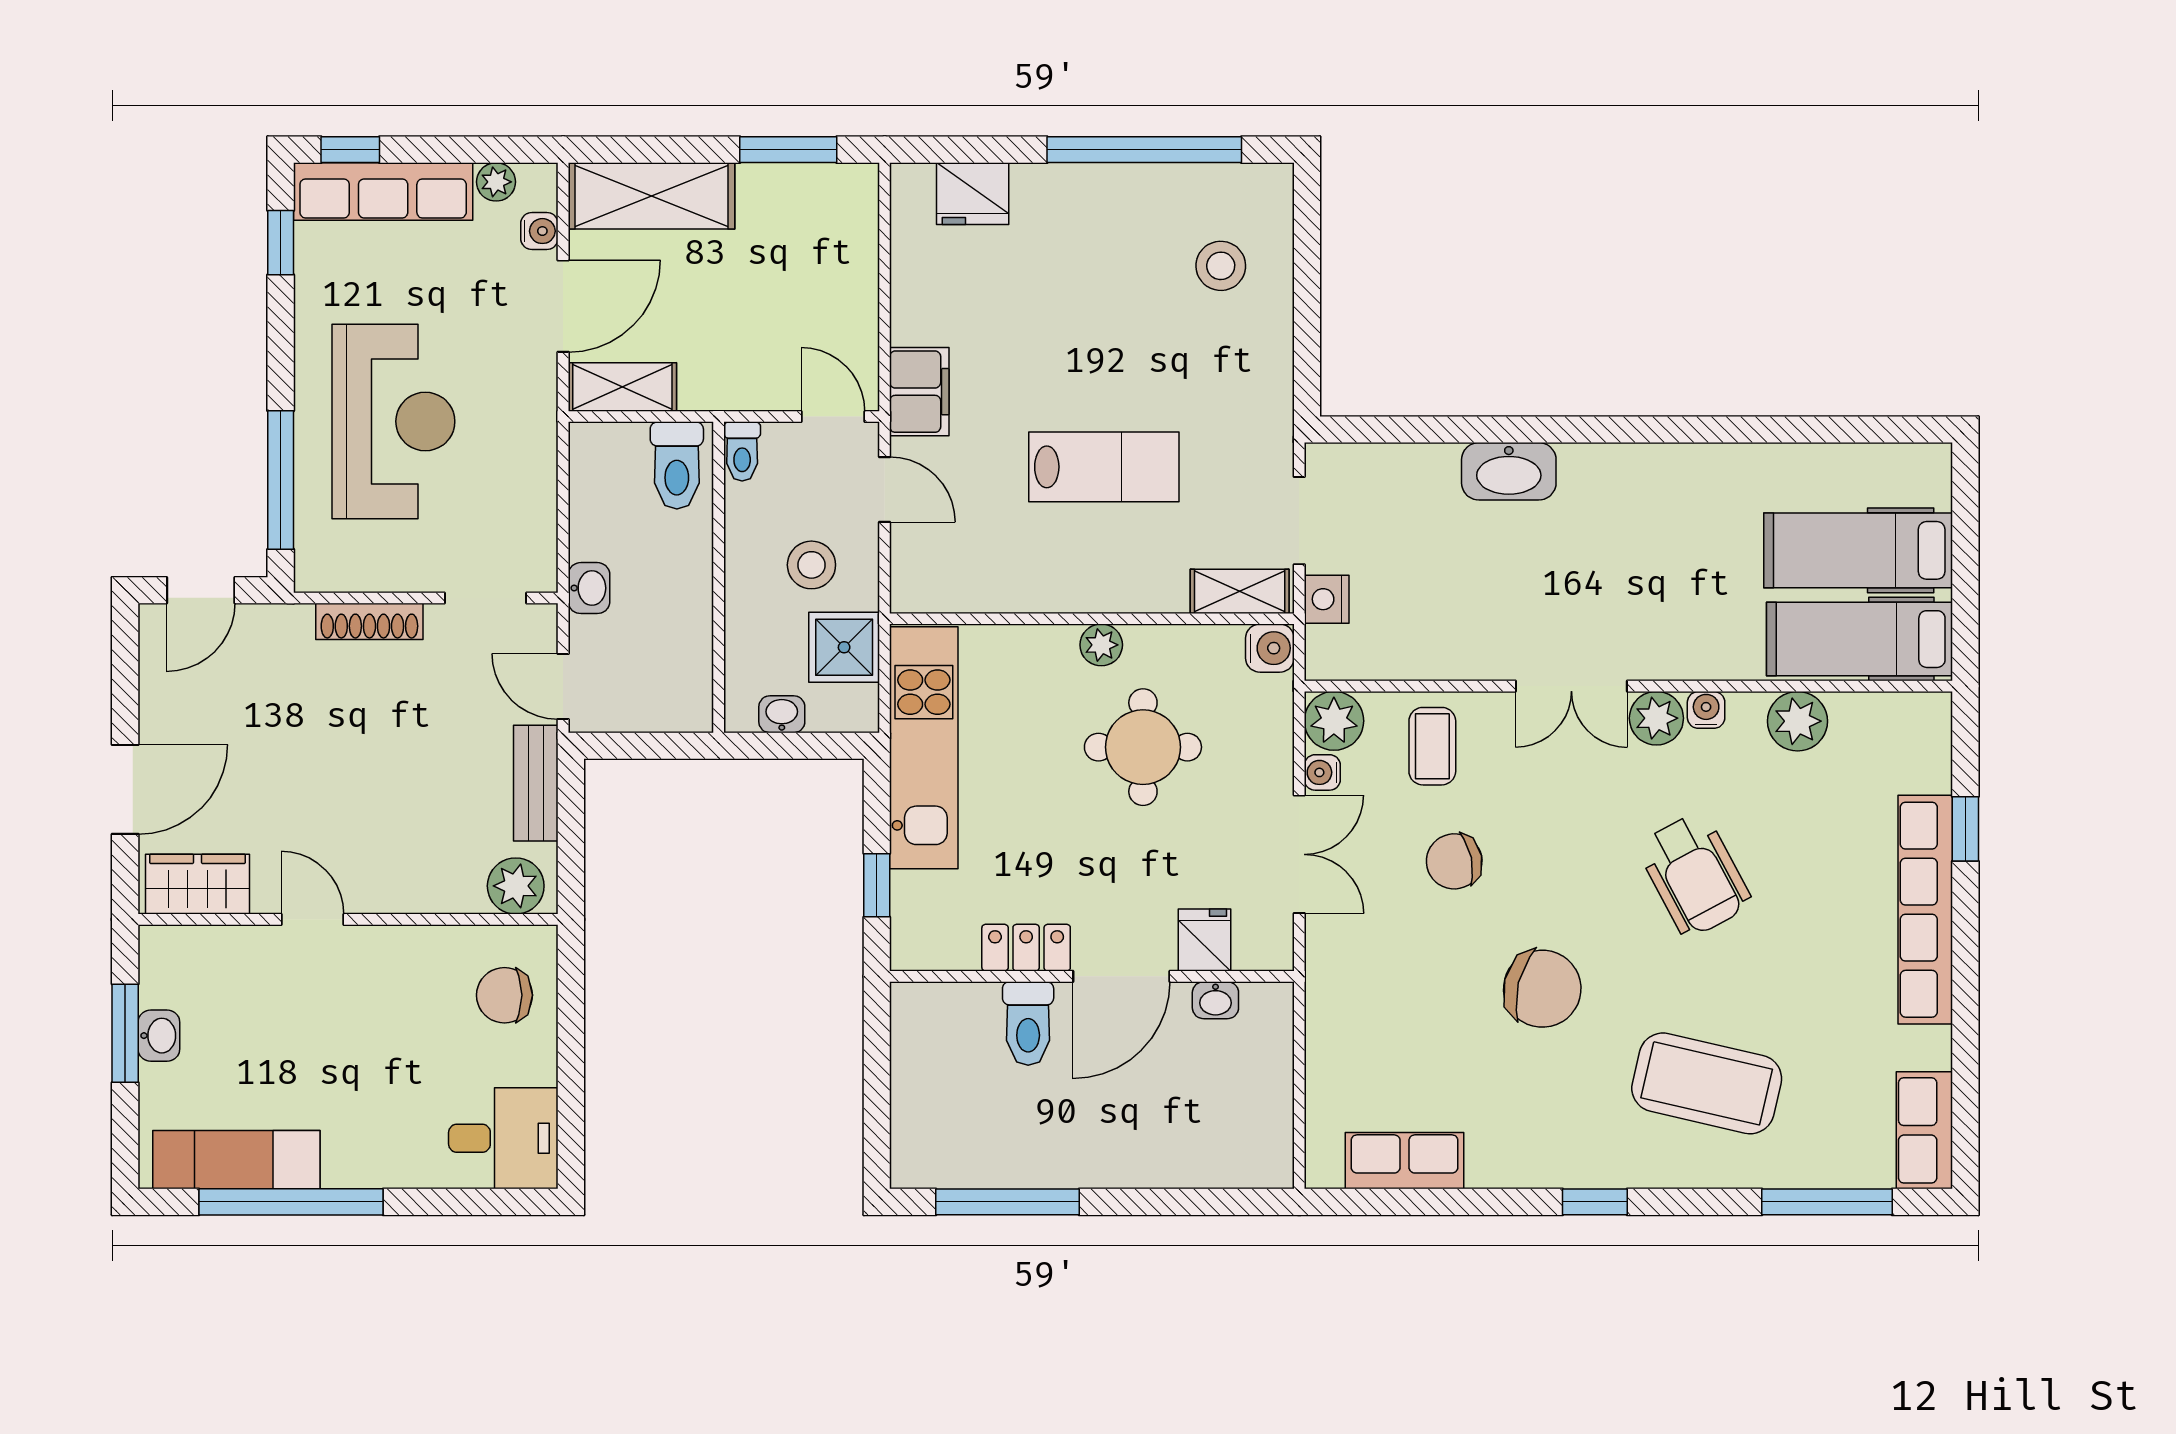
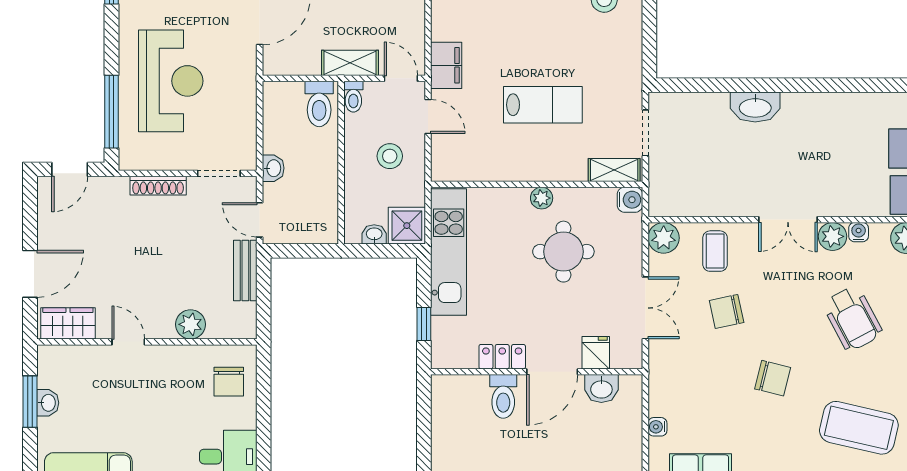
shelving: (622, 387) -> (350, 63), moved
nightstand: (1327, 599) -> (660, 174), removed
shower: (844, 647) -> (407, 226), moved
water cooler: (1322, 772) -> (657, 427), moved
plant: (516, 886) -> (190, 324), moved
chair: (1542, 989) -> (773, 378), width x0.73, depth x0.73
chair: (504, 995) -> (229, 382), turned -90
washbasin: (1215, 1000) -> (601, 389), width x1.38, depth x1.45

